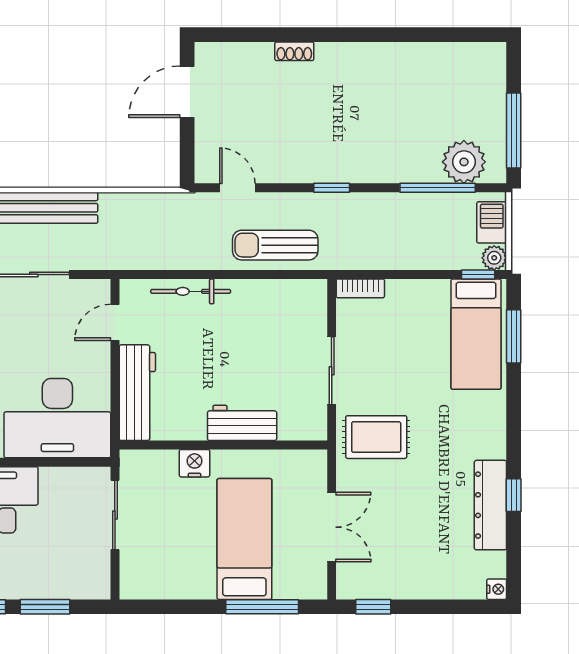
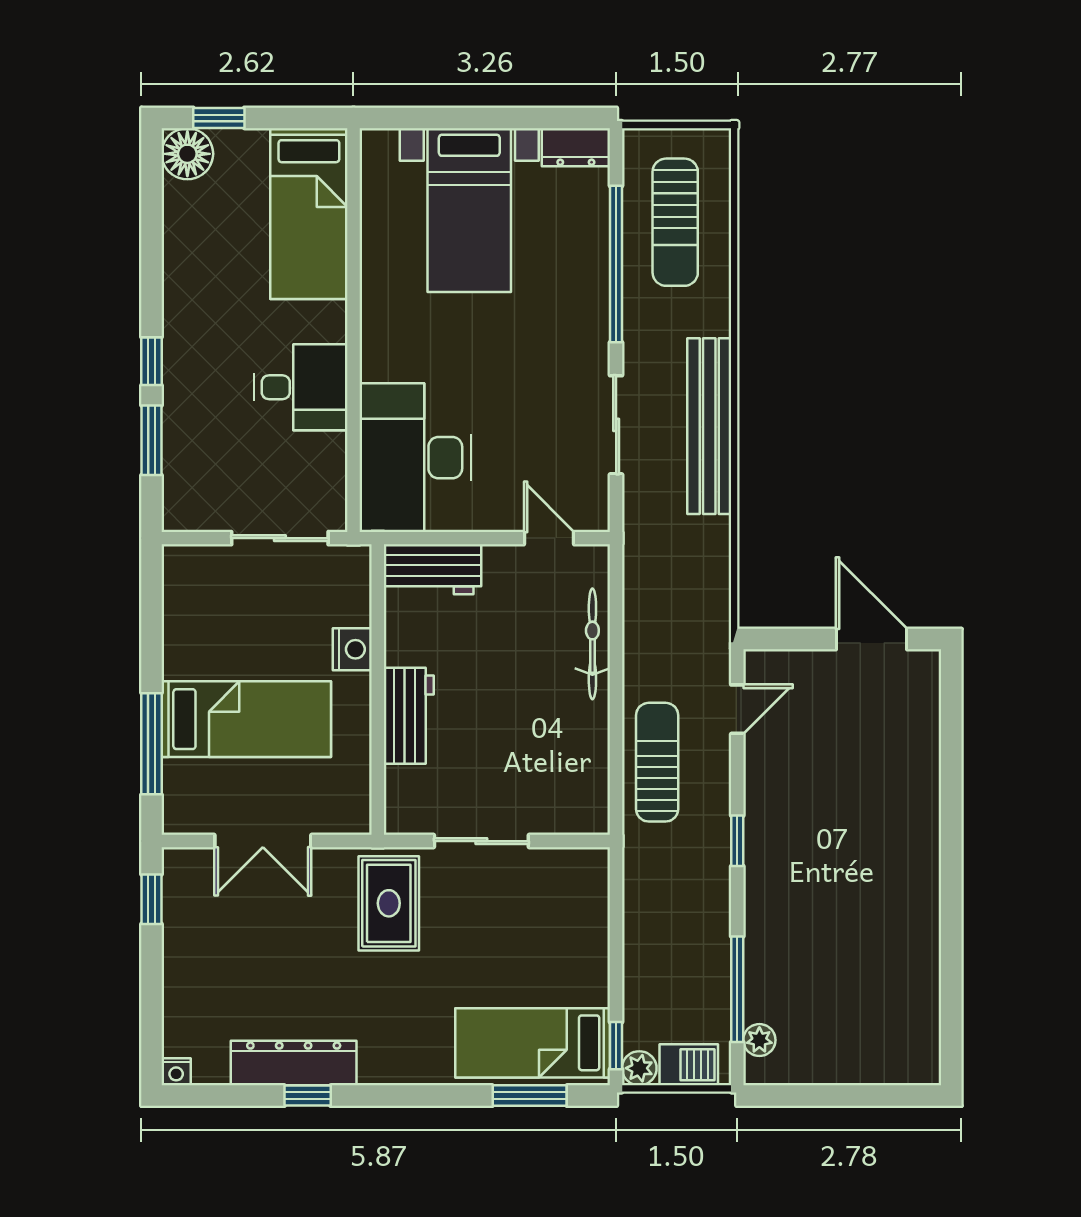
shoe rack: (294, 51) -> (928, 789), removed
window: (514, 130) -> (817, 1096), removed
plant: (464, 162) -> (759, 1040), width x0.53, depth x0.53
bookcase: (360, 288) -> (597, 881), removed
workbench: (137, 393) -> (433, 569), width x0.73

